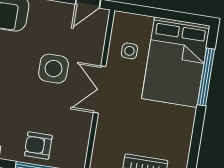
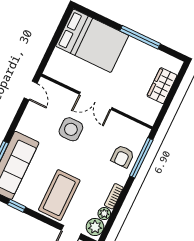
side table: (129, 51) -> (74, 71), removed
window: (206, 77) -> (140, 37), moved

